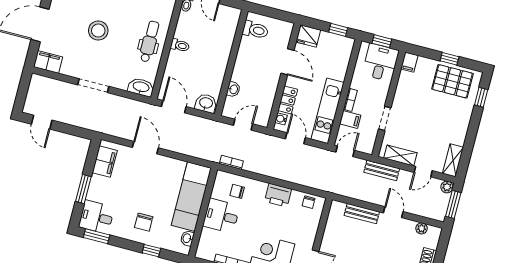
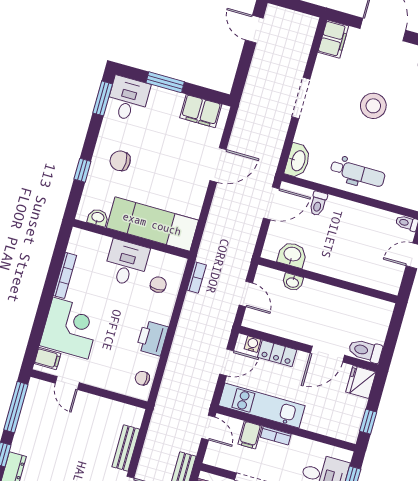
toilet: (255, 30) -> (365, 351), moved, turned 90
toilet: (180, 45) -> (318, 204), moved
washbasin: (206, 103) -> (292, 255), moved, turned -90
door: (42, 122) -> (254, 29), hinge flipped

